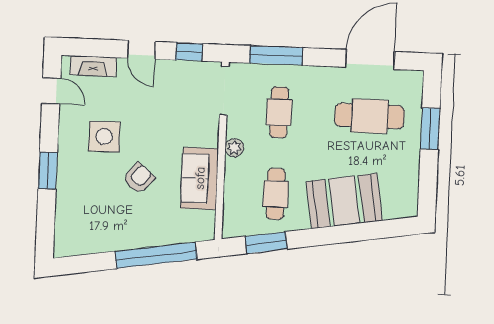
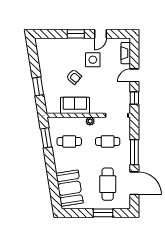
window: (276, 55) -> (134, 152), moved
door: (51, 91) -> (100, 34), moved
booth: (344, 201) -> (69, 188), moved
window: (156, 255) -> (38, 86), width x0.47

